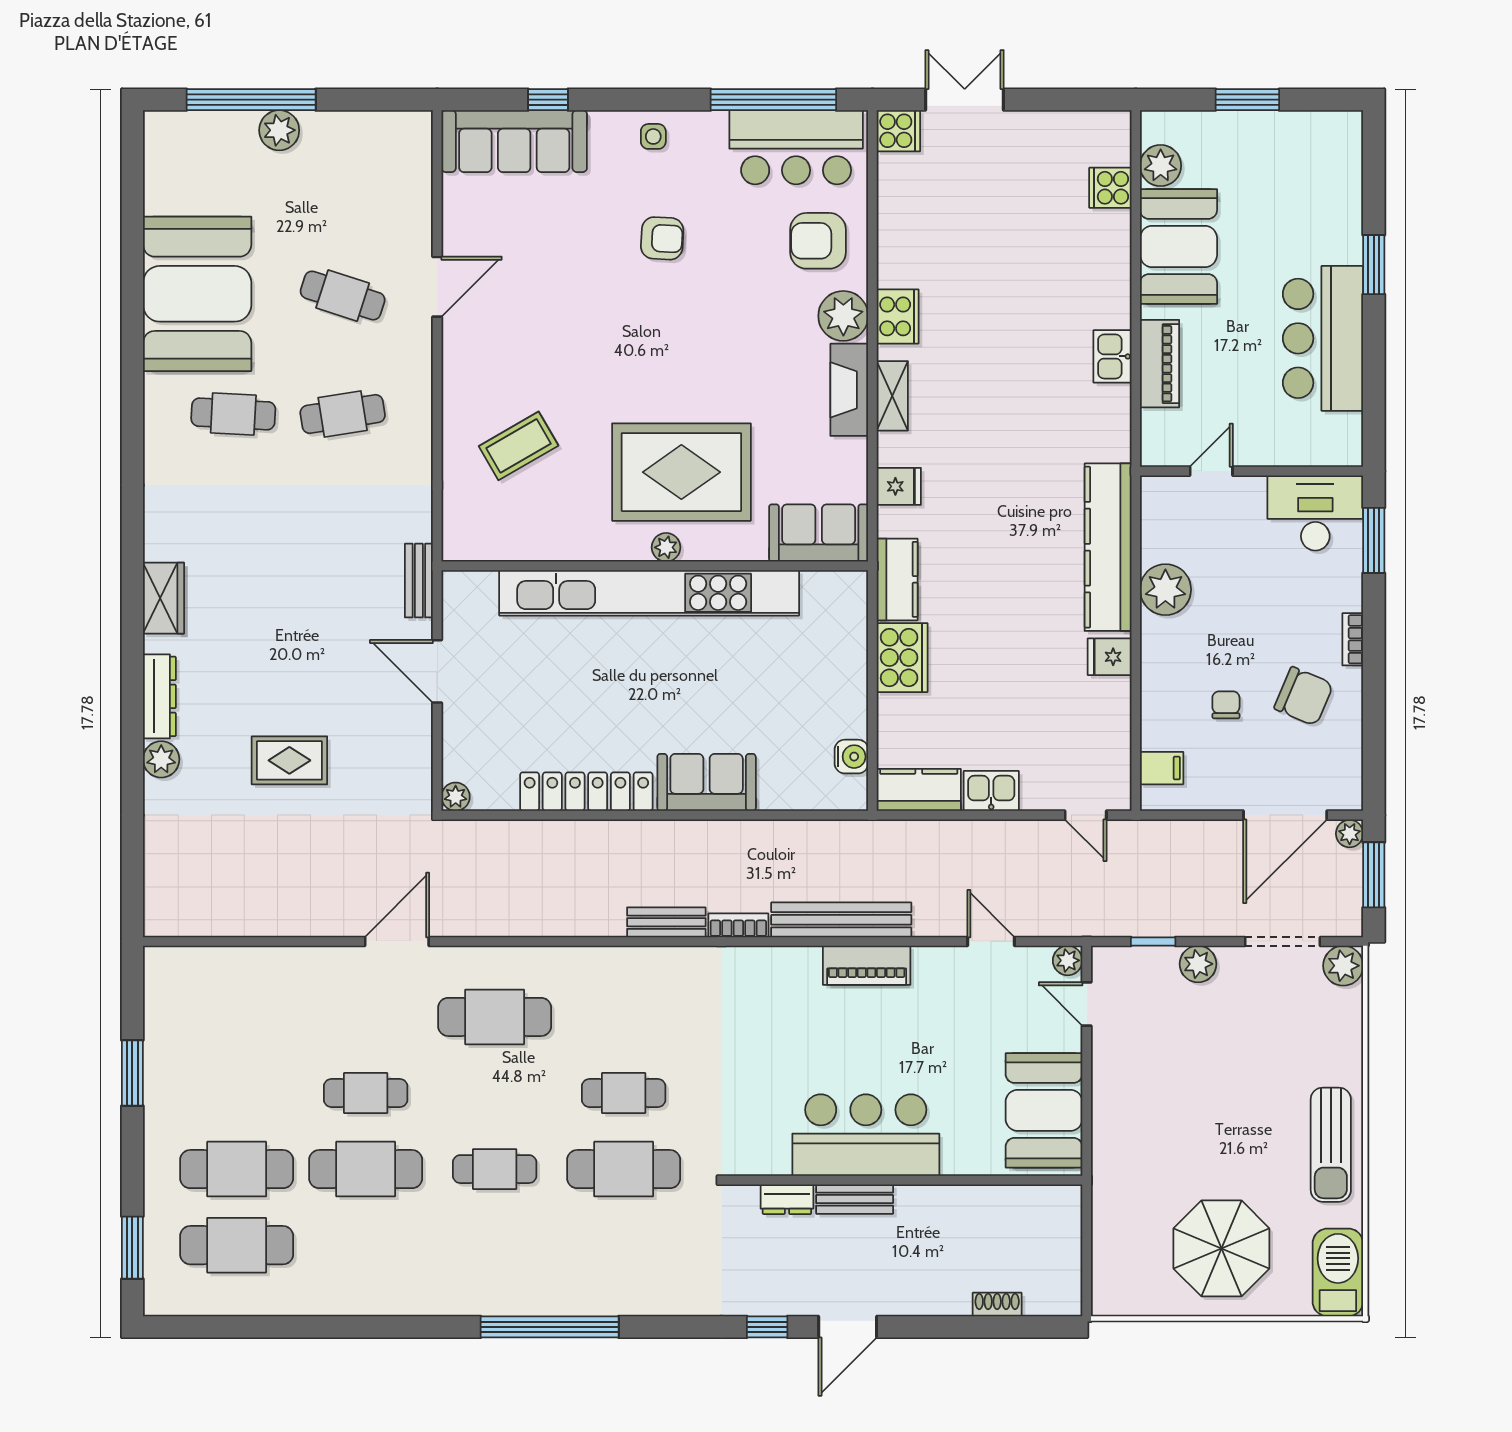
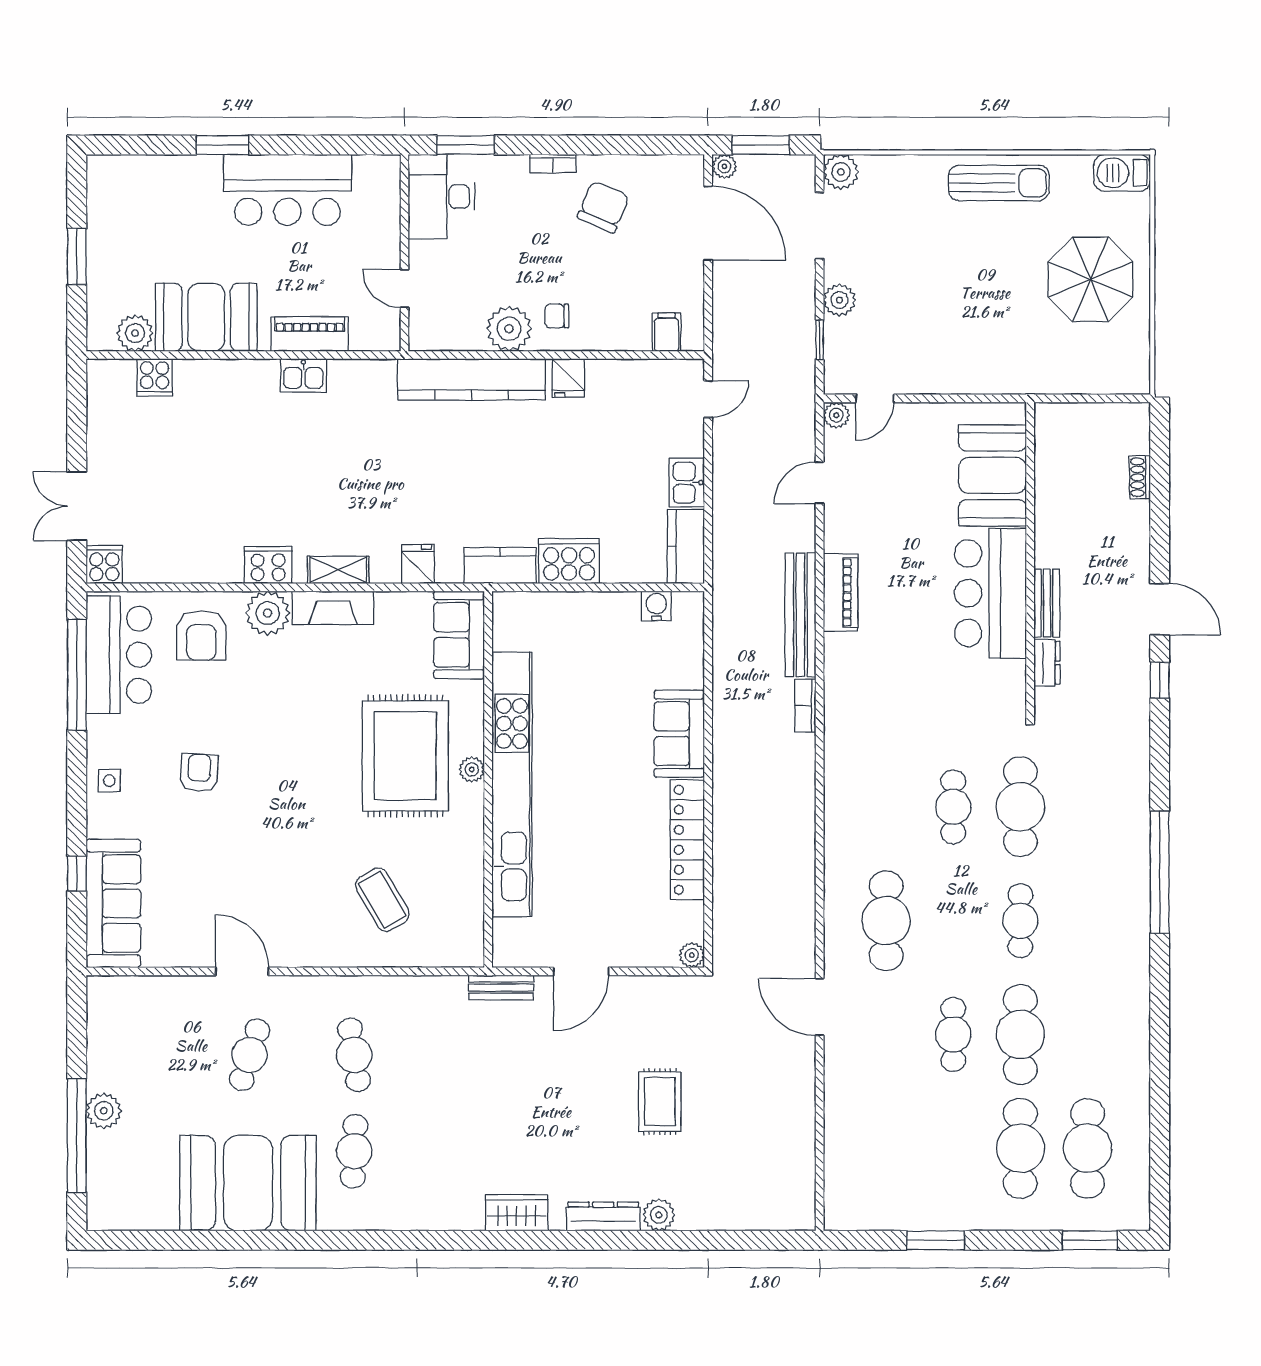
chair: (1226, 705) -> (557, 316), moved
bench: (666, 922) -> (803, 769), removed
booth: (1044, 1110) -> (993, 475), moved, turned 90
barbecue: (1338, 1272) -> (1122, 173), width x0.73, depth x0.83

